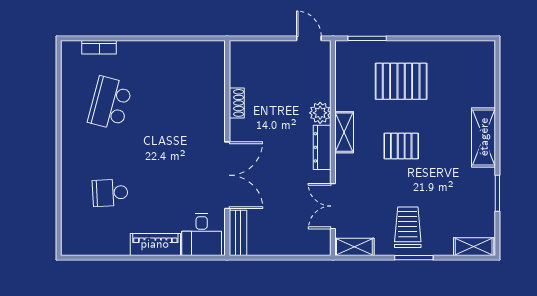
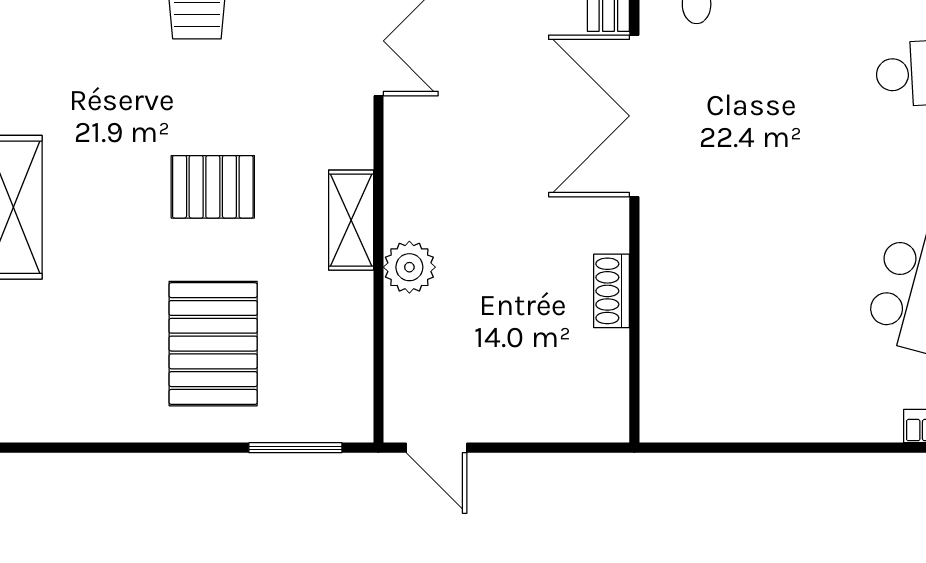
pallet: (401, 81) -> (213, 344), turned 90
dresser: (322, 147) -> (404, 183), removed

